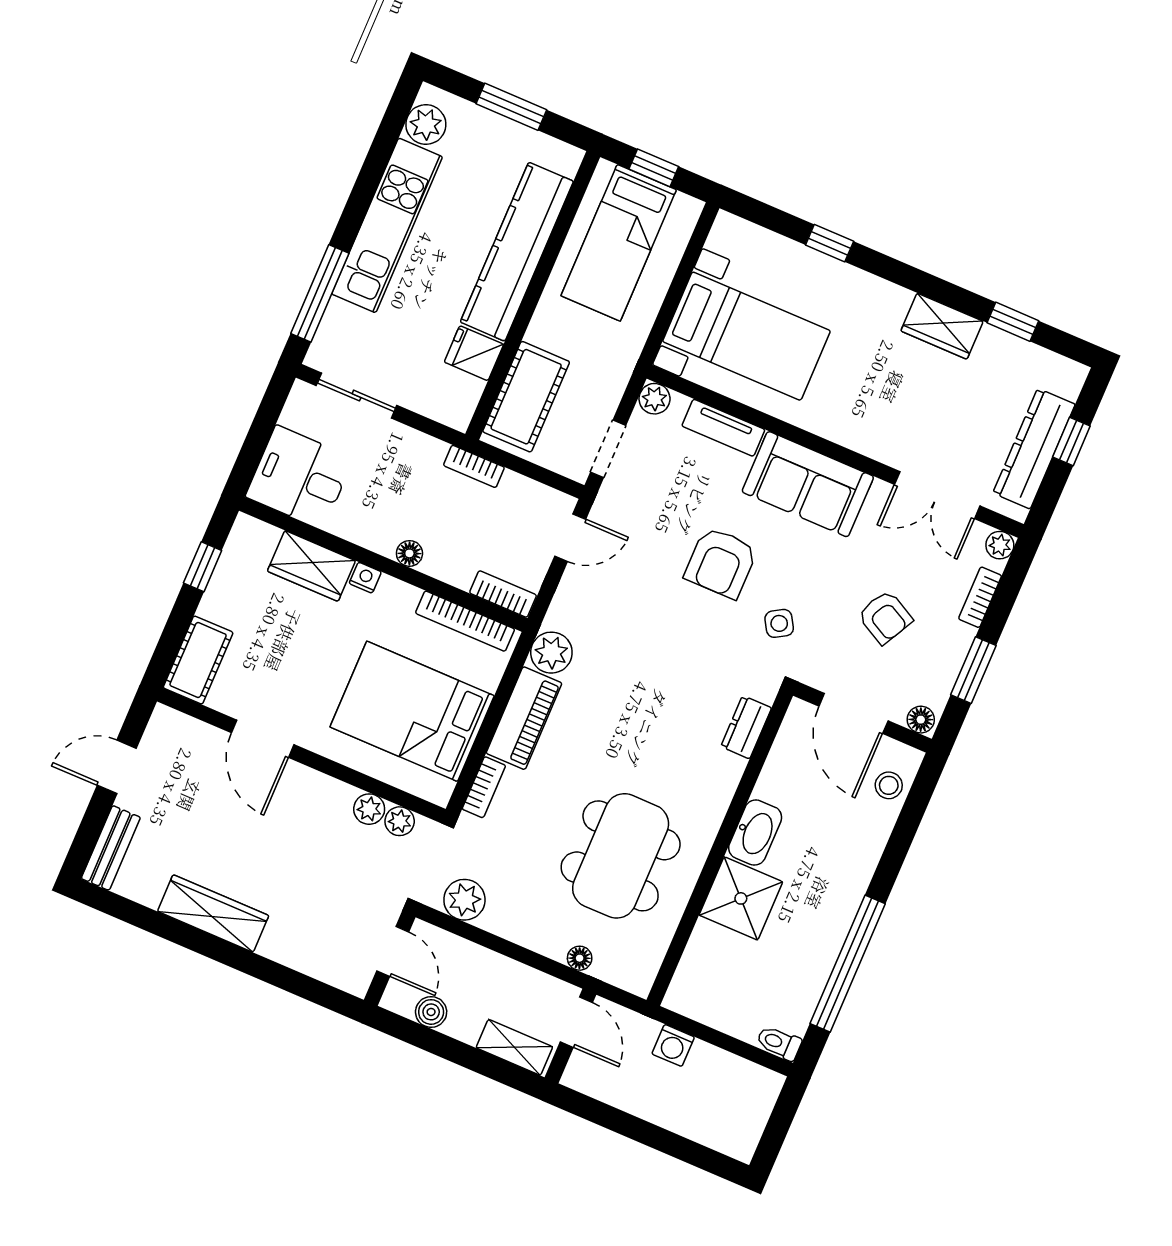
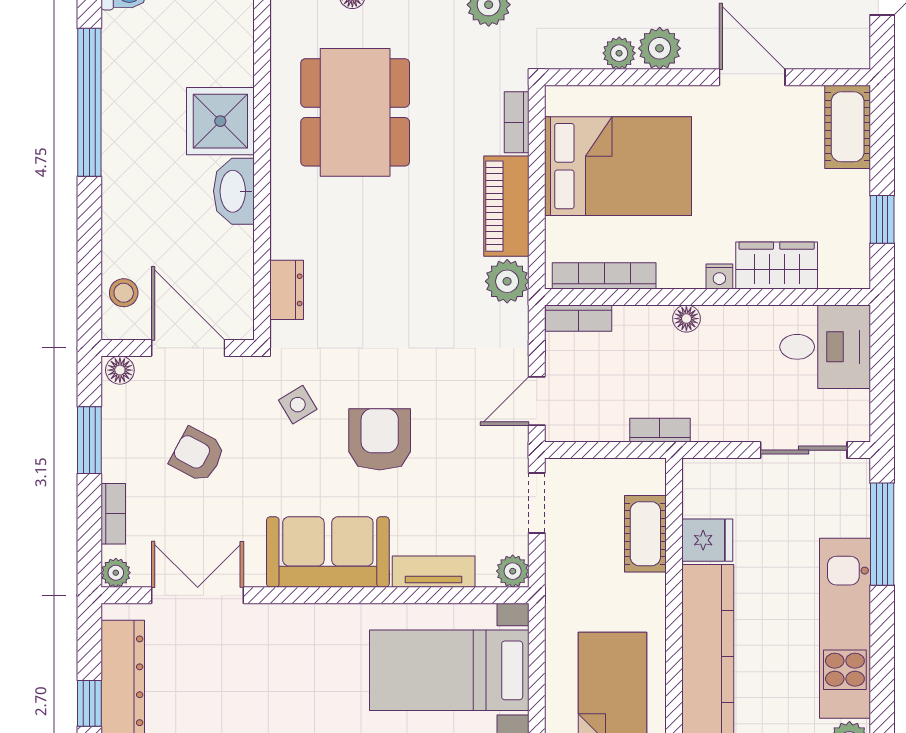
cot: (526, 397) -> (645, 534), width x0.73, depth x0.75
plant: (400, 821) -> (660, 48), moved, width x1.38, depth x1.38

